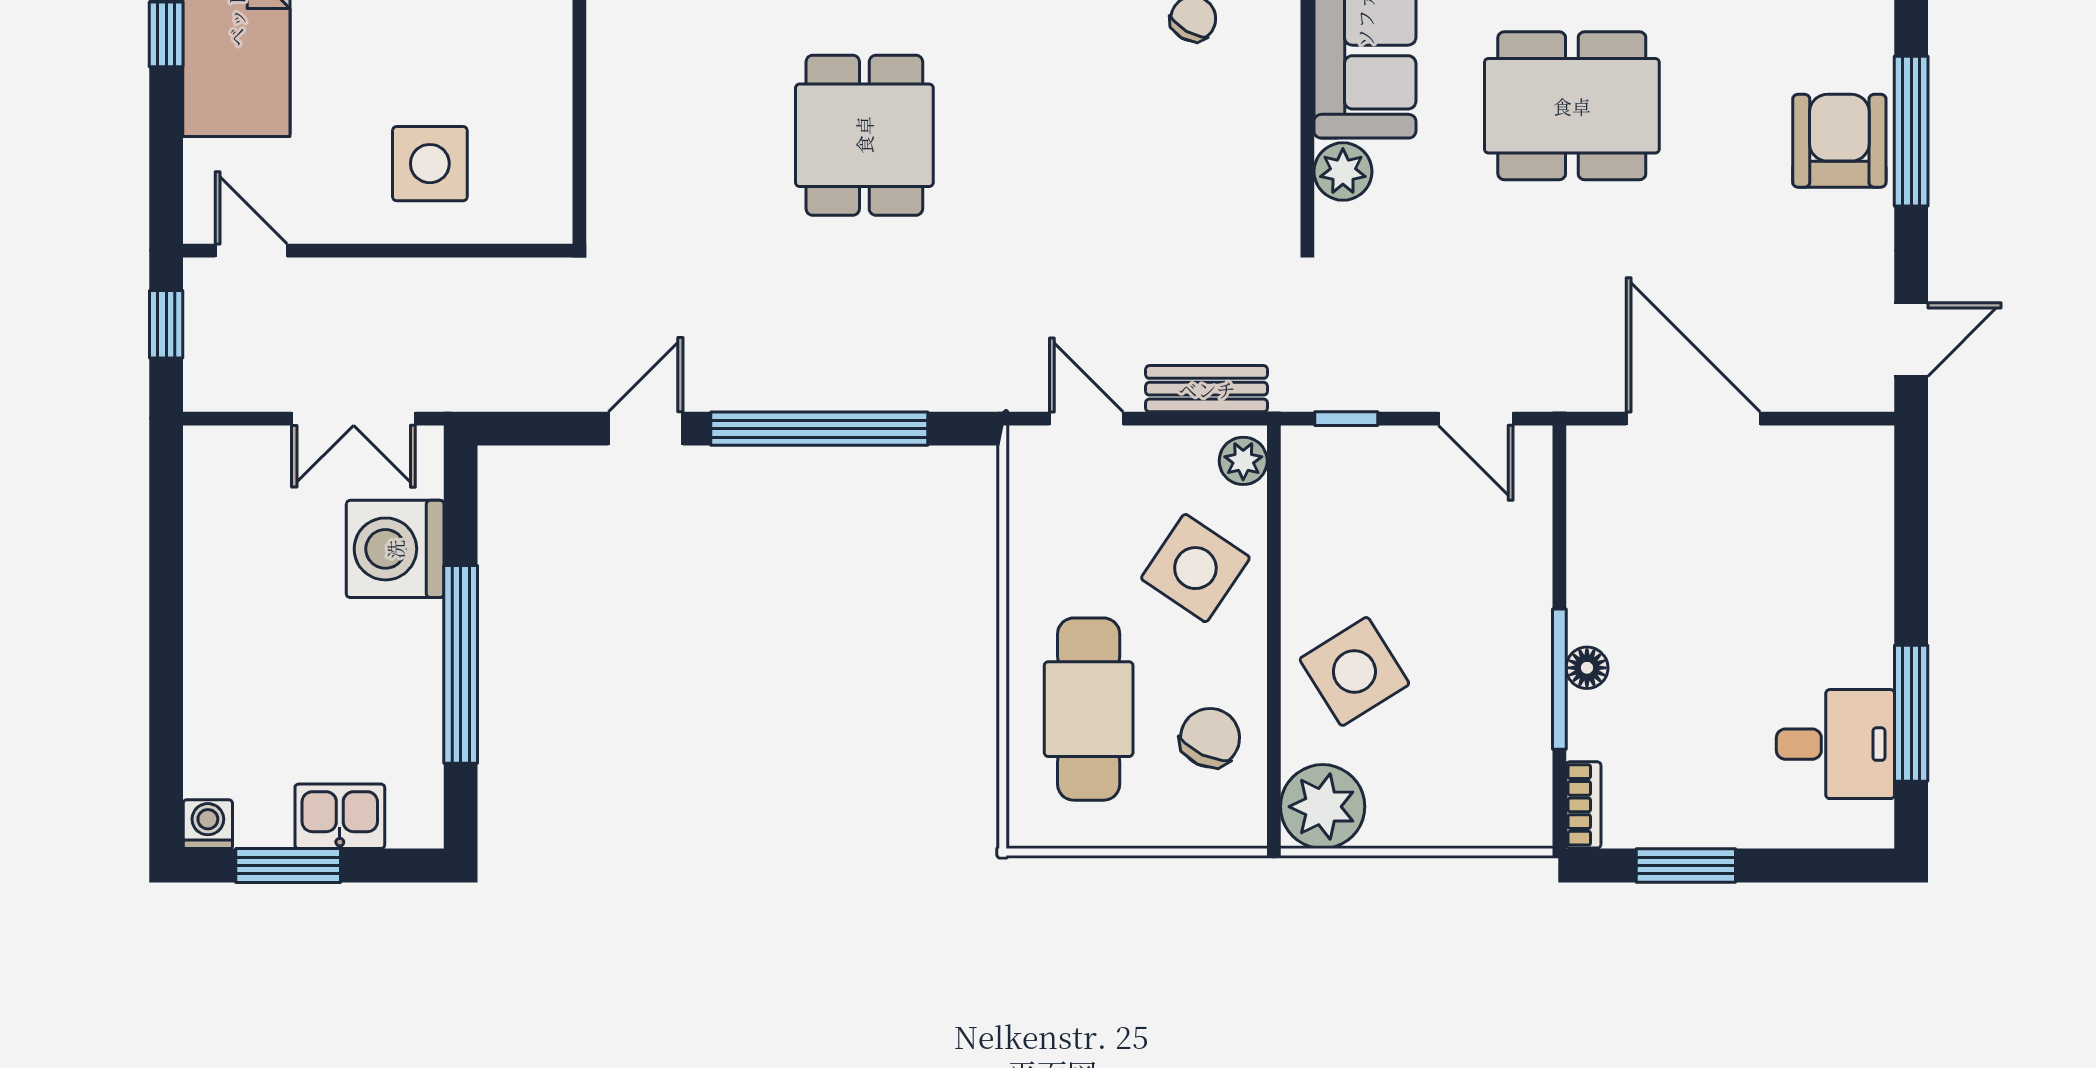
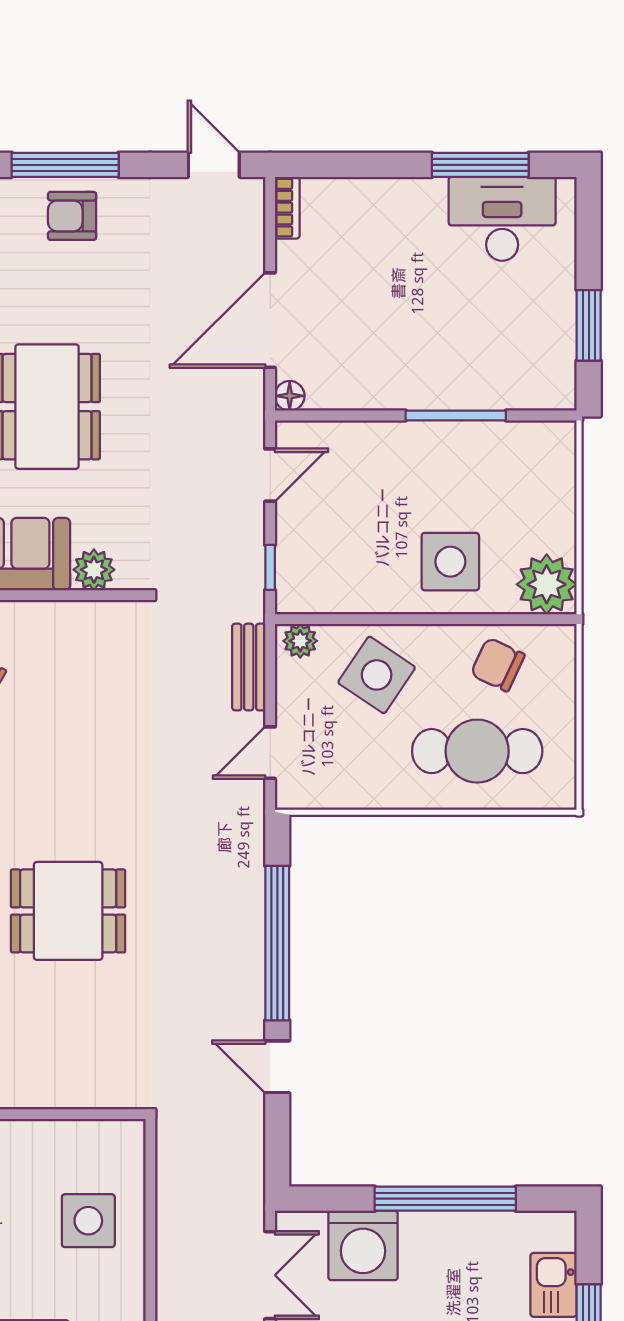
armchair: (1839, 141) -> (72, 216), width x0.72, depth x0.72
floor lamp: (1587, 668) -> (290, 396), moved
side table: (1354, 671) -> (450, 562), turned 32
desk: (1835, 744) -> (502, 219), width x1.37
bookcase: (1583, 805) -> (287, 208), moved, turned 90

